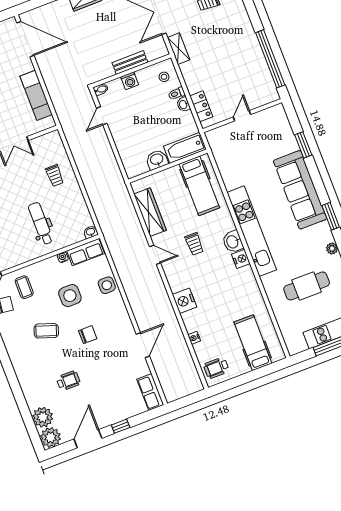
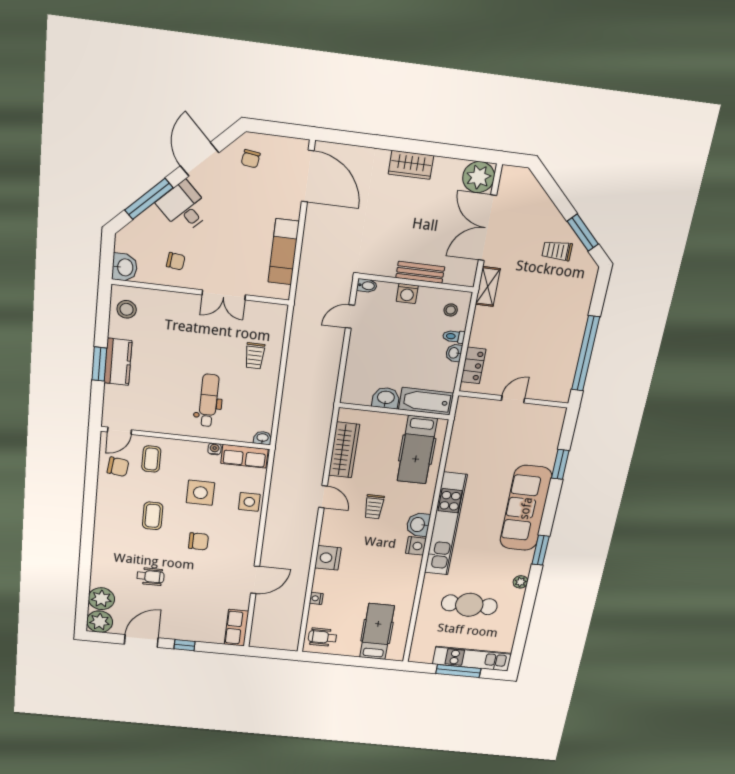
coffee table: (46, 331) -> (153, 516), turned 71

